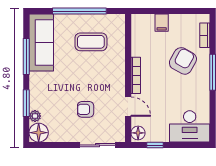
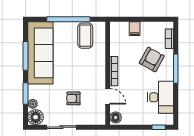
coffee table: (91, 42) -> (85, 36), moved, turned 90
sofa: (41, 43) -> (40, 53), width x1.36, depth x1.27
desk: (190, 126) -> (161, 97), moved, turned -90
sliding door: (98, 145) -> (61, 127), moved
window: (155, 145) -> (159, 127), moved

